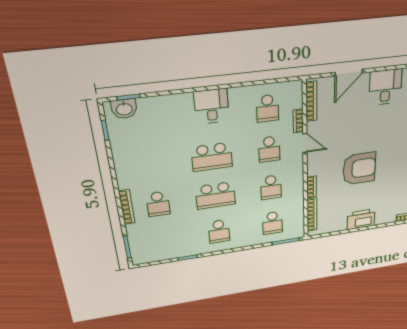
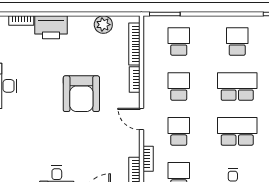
door: (305, 143) -> (141, 119), moved
armchair: (359, 168) -> (81, 94), turned -90
printer: (361, 219) -> (51, 27), moved
plant: (339, 225) -> (103, 25), added

